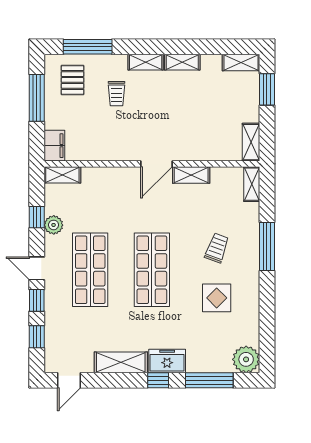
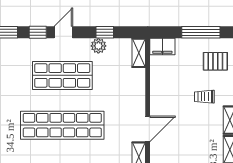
door: (157, 164) -> (148, 129), swing flipped
shop shelf: (152, 270) -> (62, 125), width x1.40

